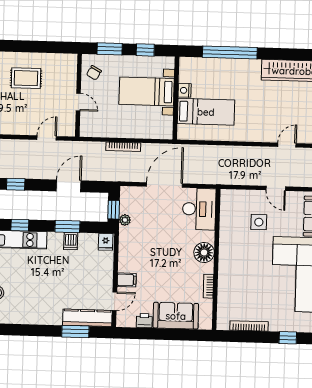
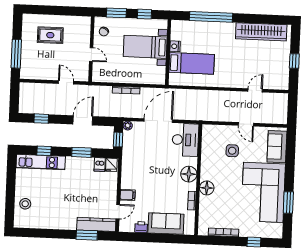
door: (47, 138) -> (66, 82), hinge flipped
plant: (125, 220) -> (128, 126), moved
dishwasher: (71, 241) -> (100, 165), moved
floor lamp: (227, 270) -> (207, 188), added

